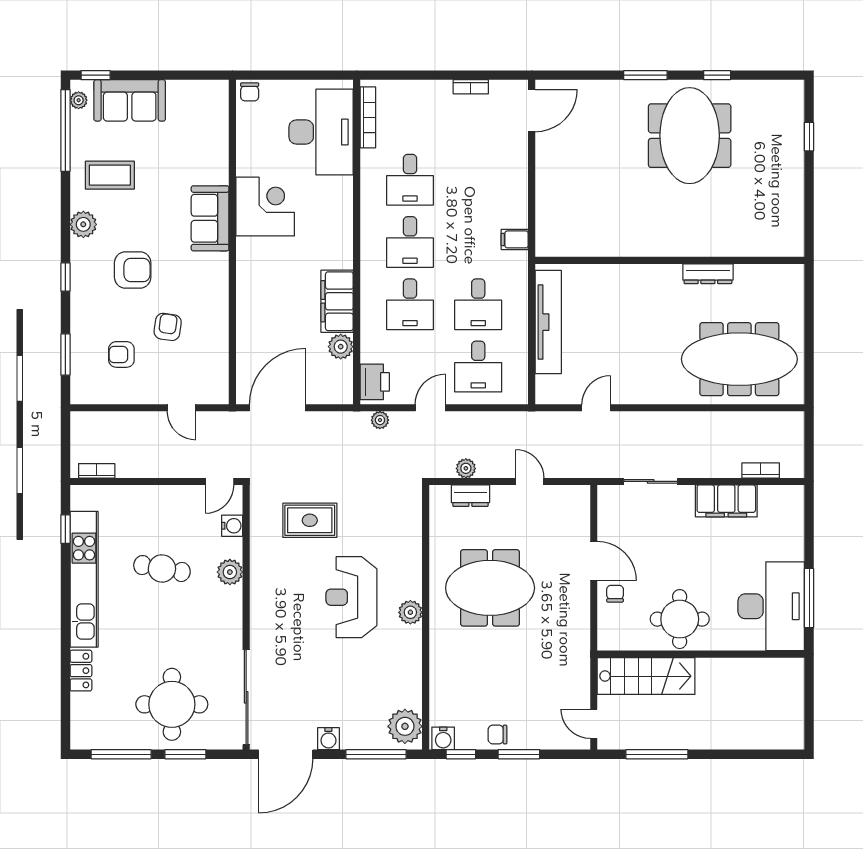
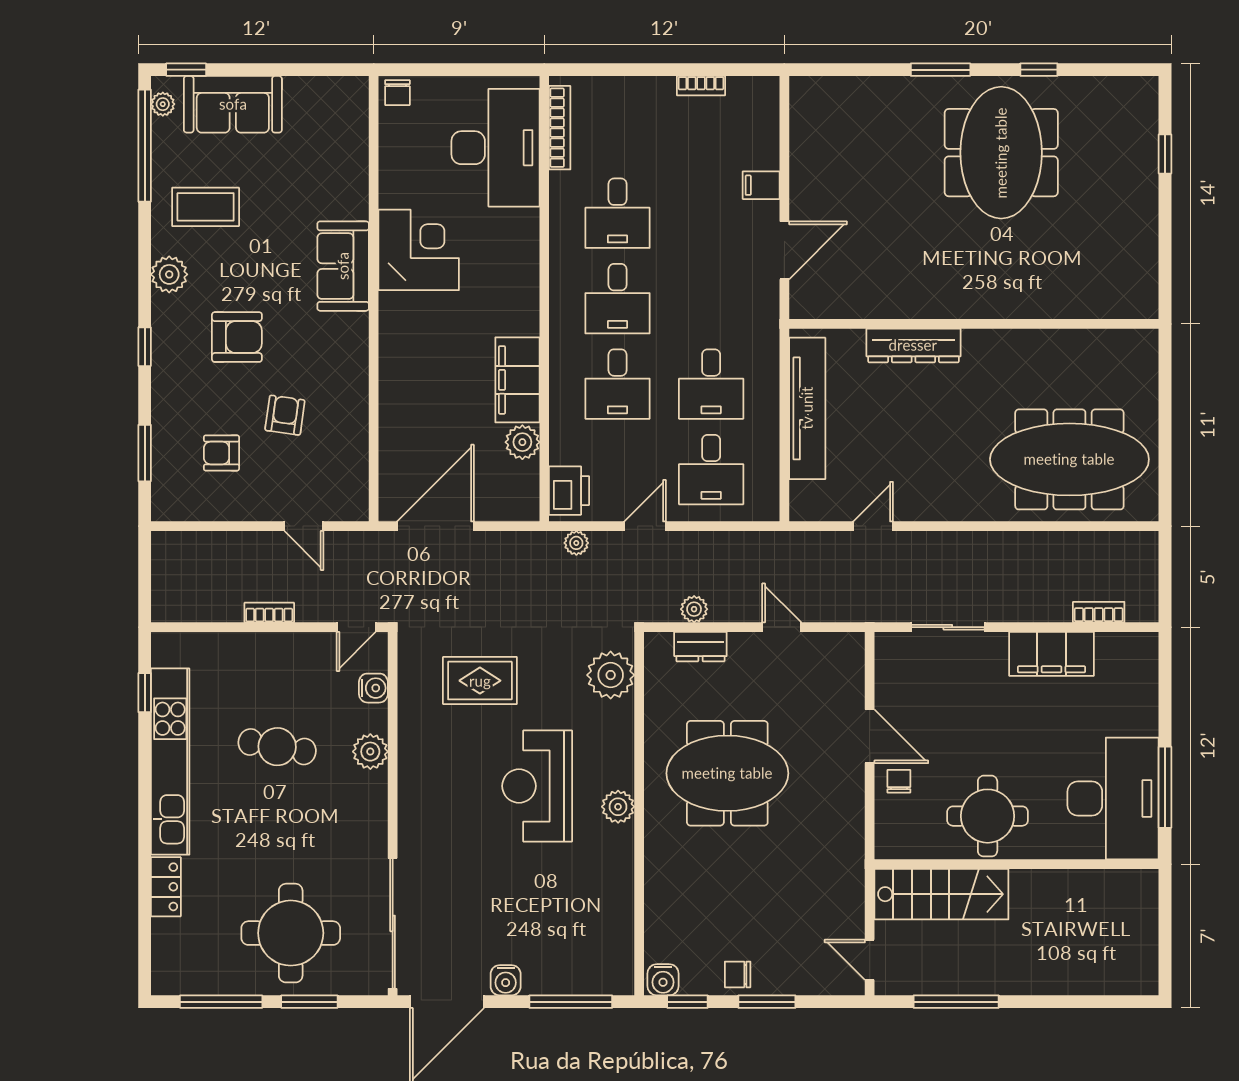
door: (532, 111) -> (784, 250), moved
filing cabinet: (515, 239) -> (761, 185), moved
dresser: (708, 274) -> (913, 345), moved, width x1.37, depth x1.24
bookcase: (97, 471) -> (269, 613), moved
plant: (405, 726) -> (611, 675), moved

